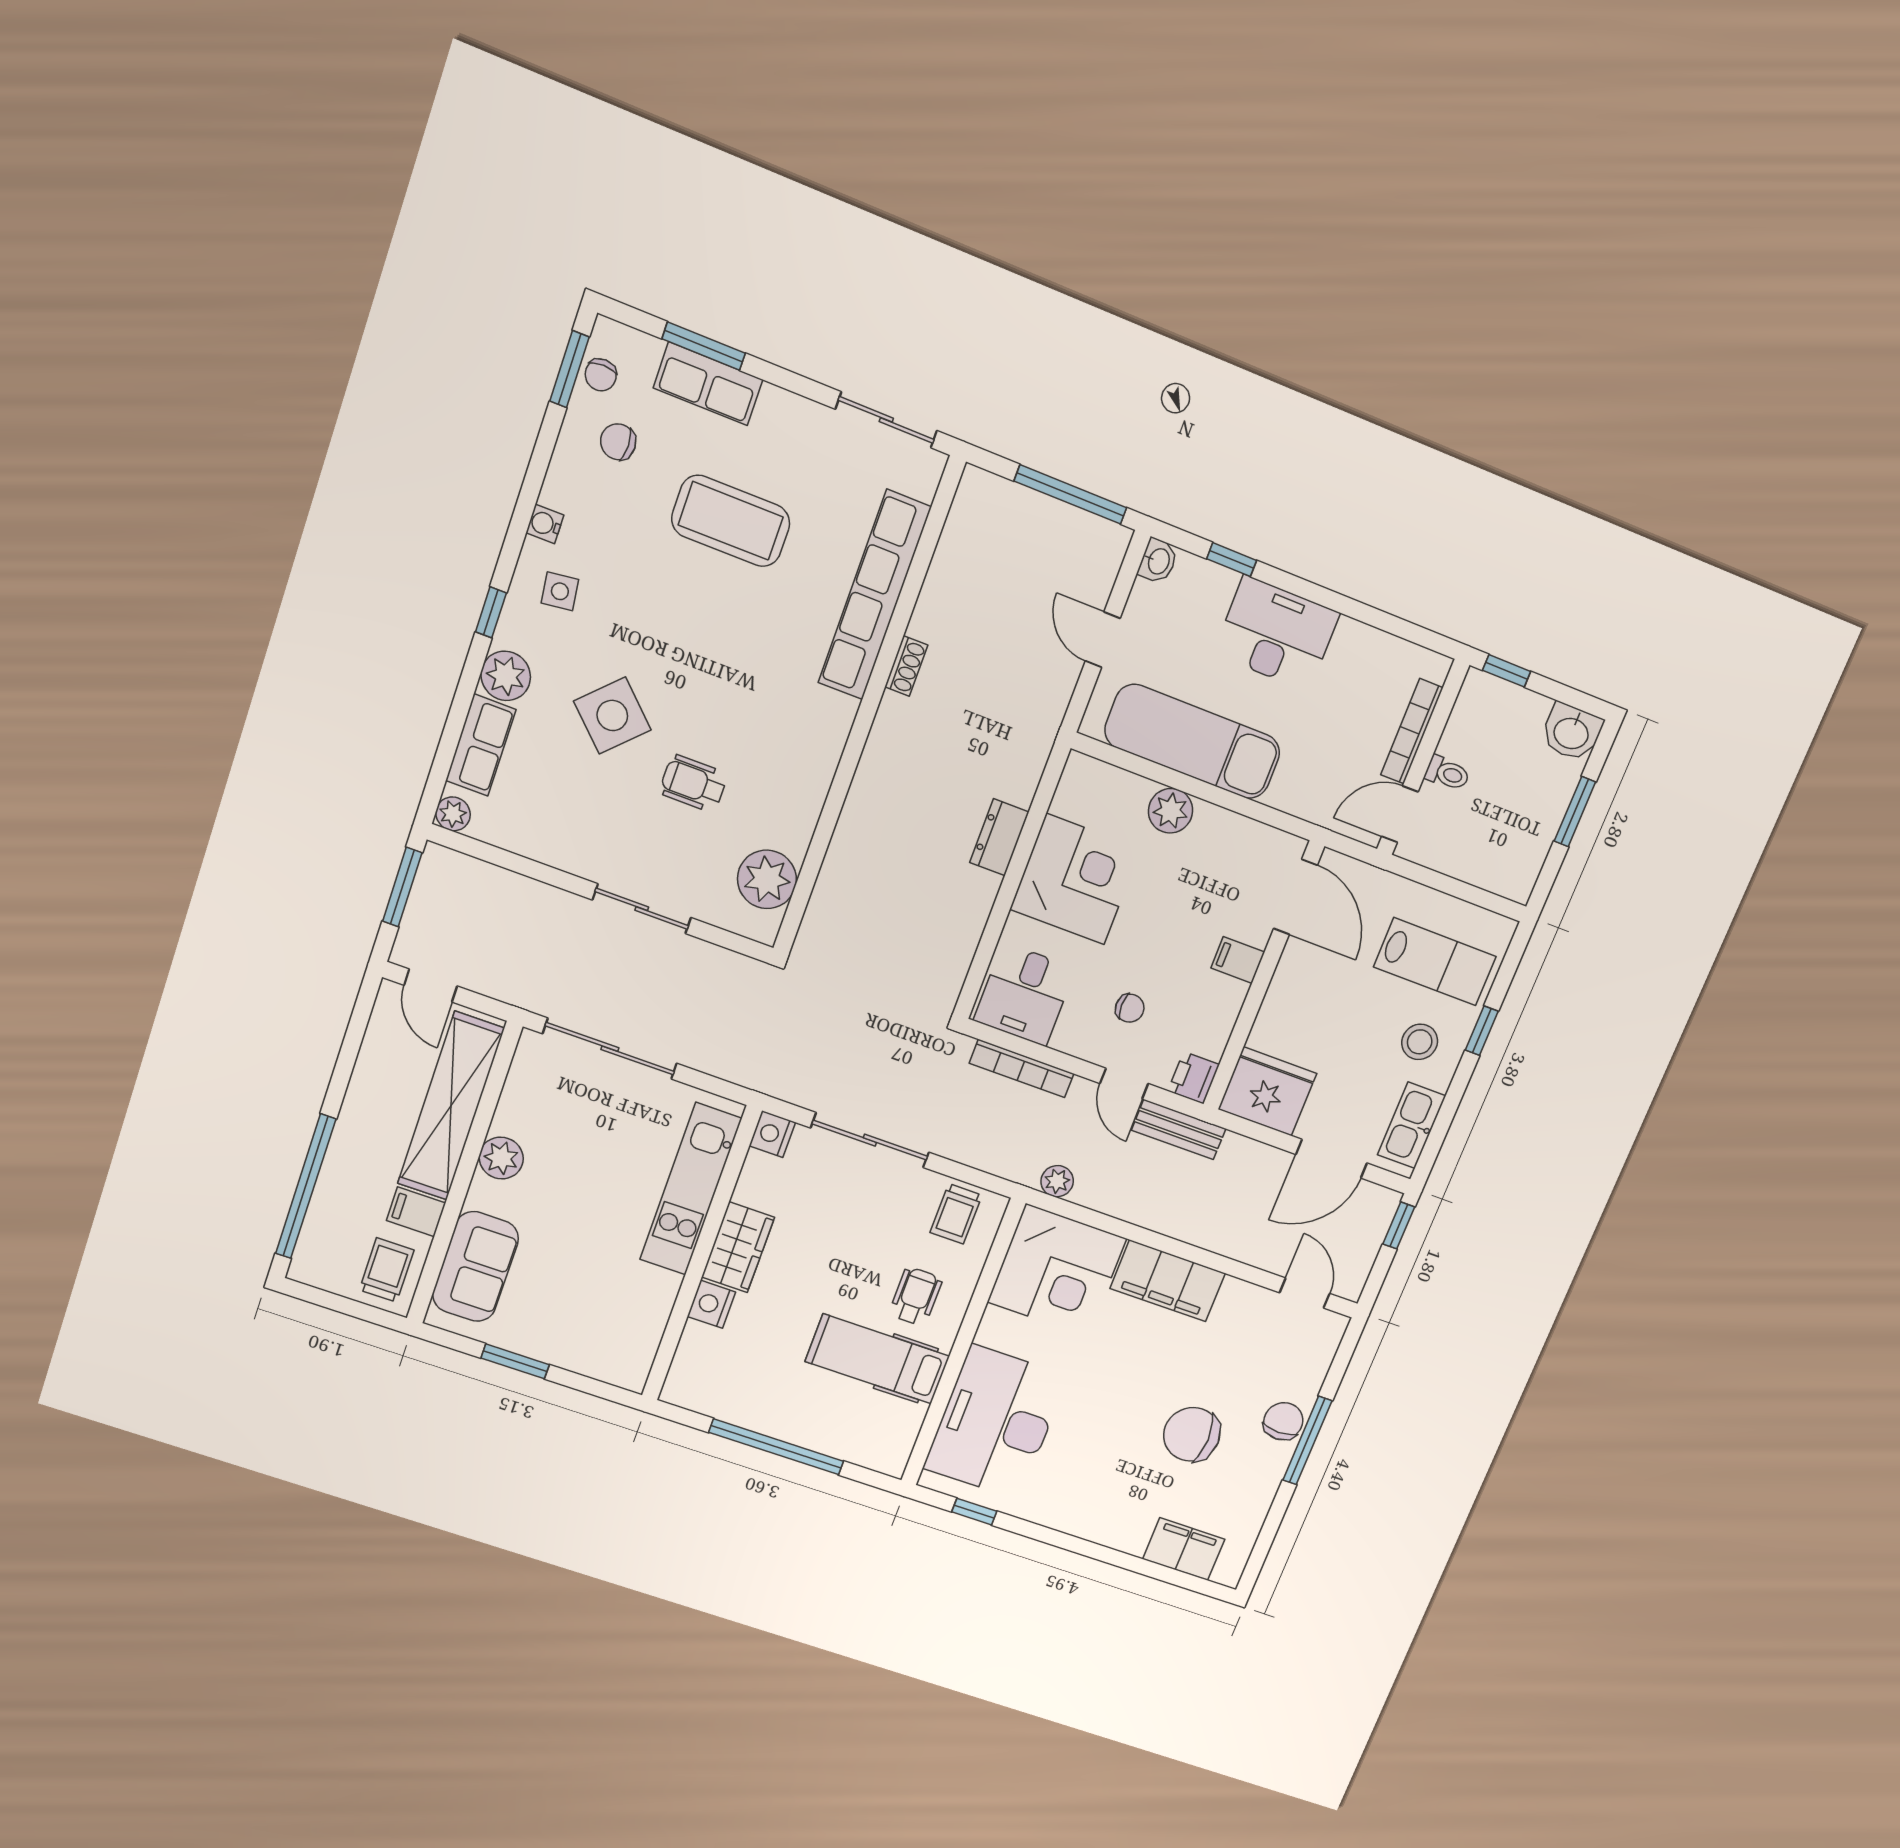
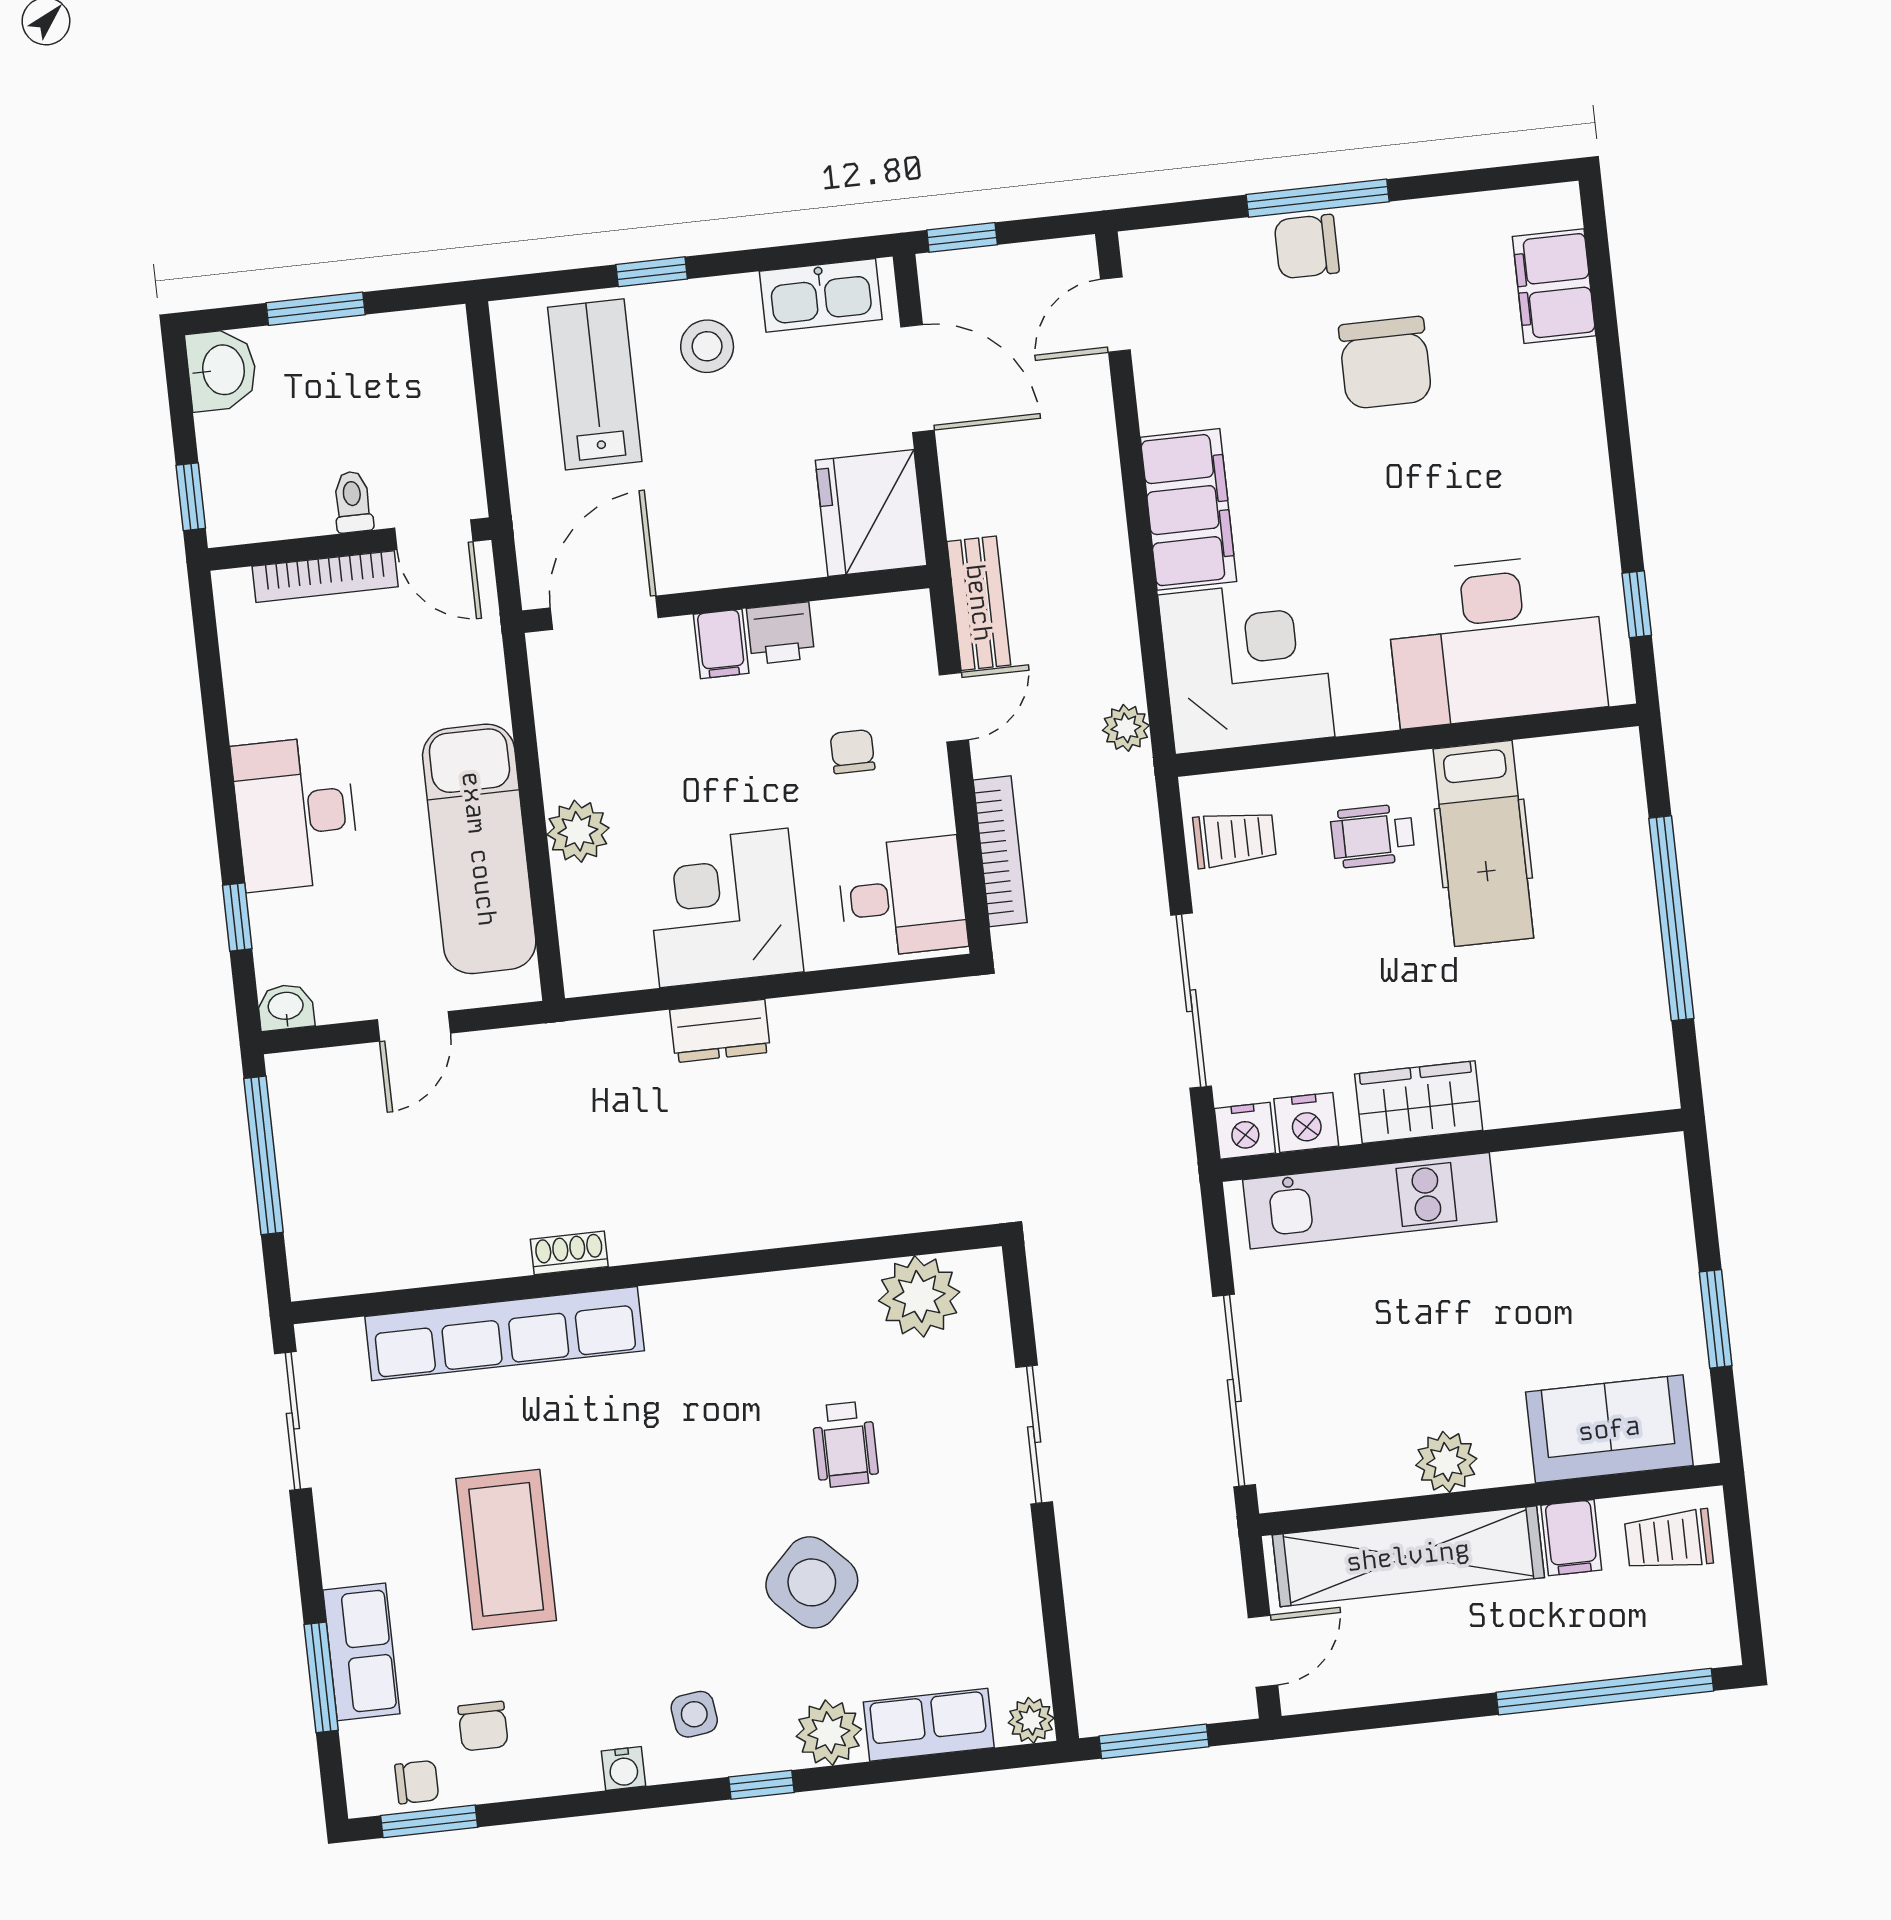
printer: (1194, 1078) -> (781, 633), moved
nightstand: (711, 1304) -> (1306, 1122), moved

